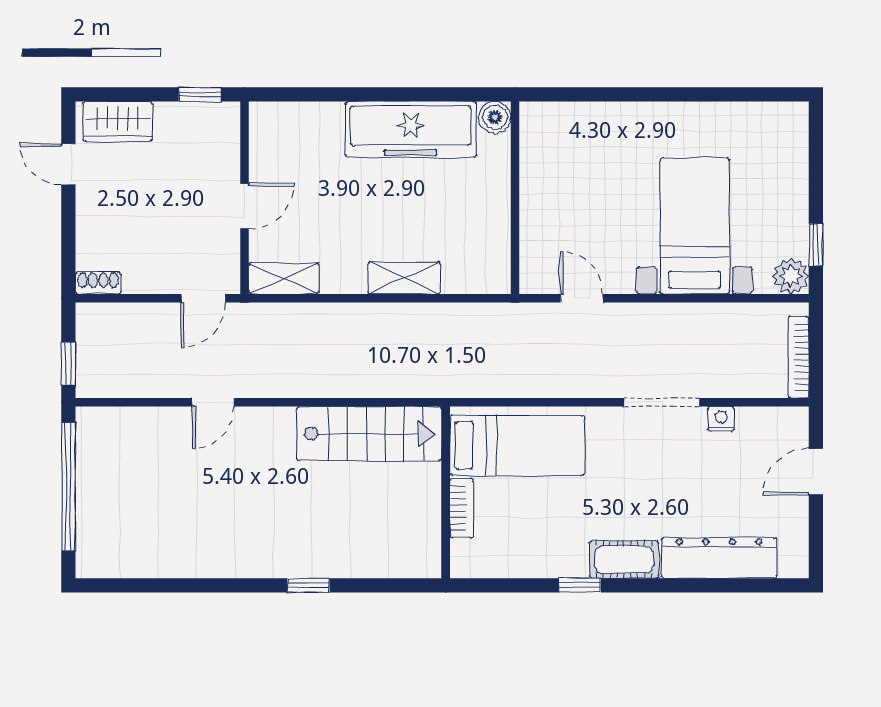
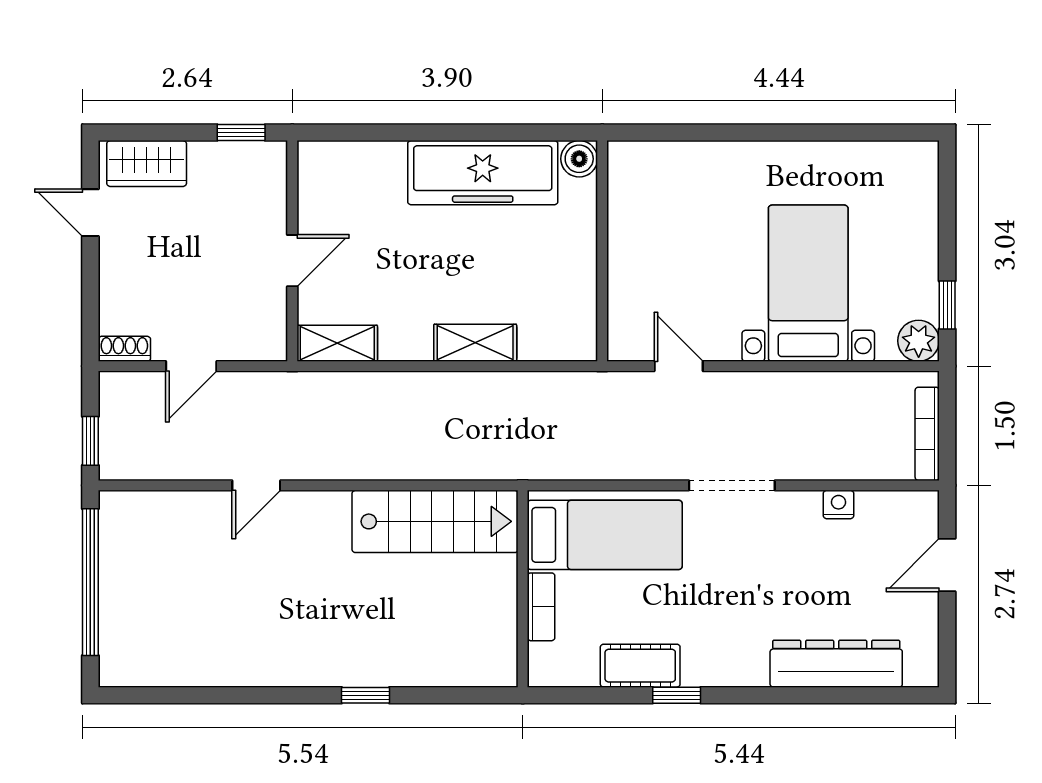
door: (203, 298) -> (191, 366), moved
doorway: (662, 402) -> (732, 485), moved
cot: (624, 560) -> (640, 666), moved

